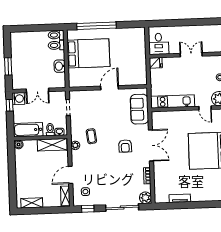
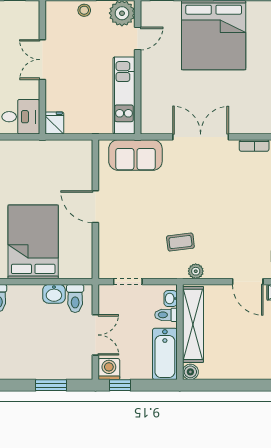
toilet: (56, 45) -> (75, 298), moved
shelving: (52, 145) -> (193, 324), width x1.47
armchair: (125, 146) -> (200, 183), removed

